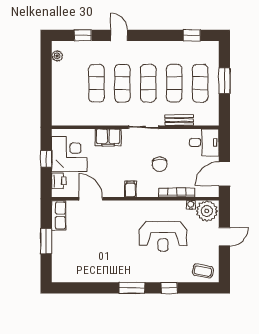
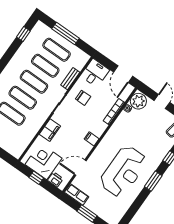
window: (224, 81) -> (66, 34), width x1.44
chair: (160, 164) -> (83, 98), moved
reception desk: (163, 236) -> (123, 171), moved, width x1.36, depth x1.30

